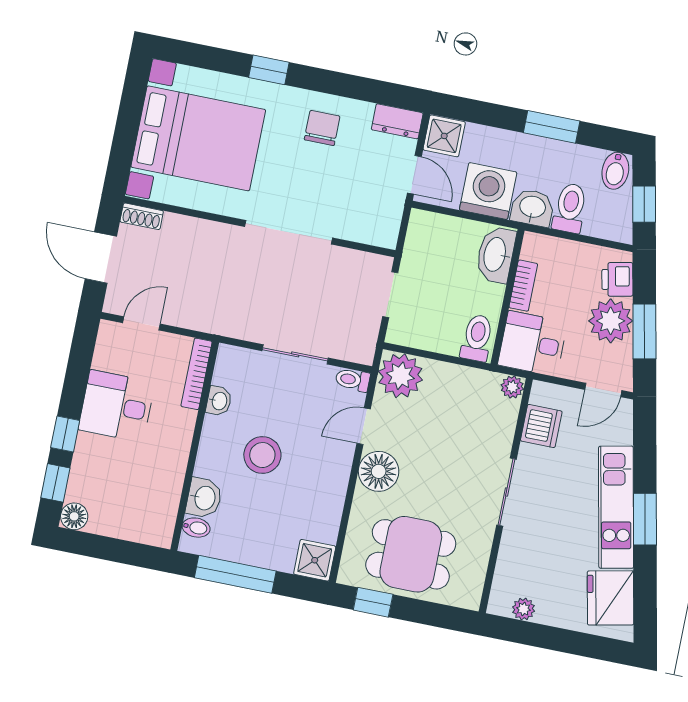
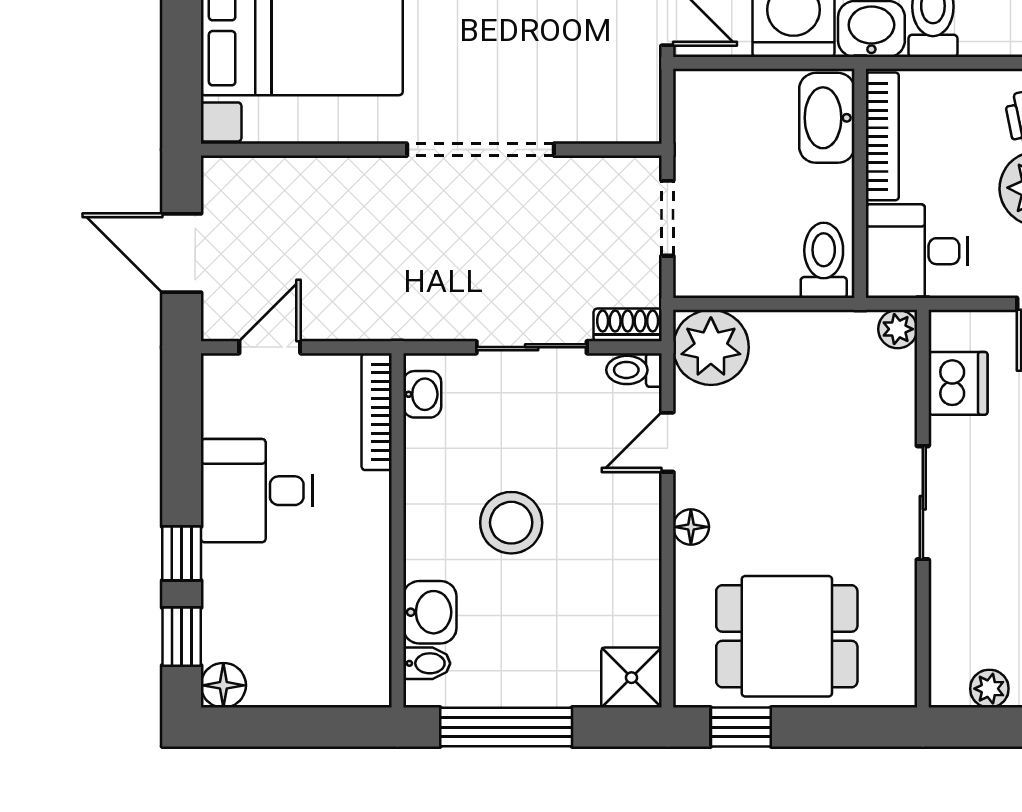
shoe rack: (142, 216) -> (628, 325), moved, turned 180
bookcase: (523, 286) -> (882, 136), width x1.56
washbasin: (219, 401) -> (422, 394), moved
floor lamp: (379, 471) -> (691, 527), width x0.53, depth x0.53

